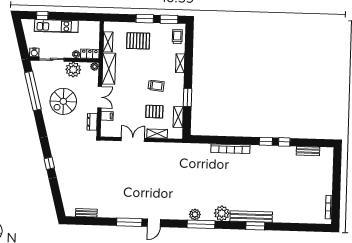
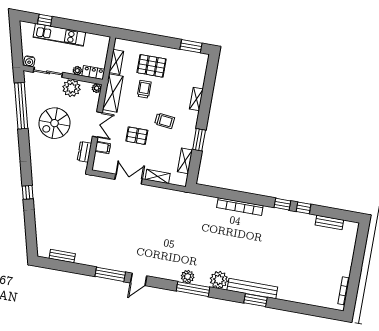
window: (145, 19) -> (163, 41), removed
trolley: (177, 37) -> (144, 89), moved
pallet: (154, 112) -> (137, 136), moved

